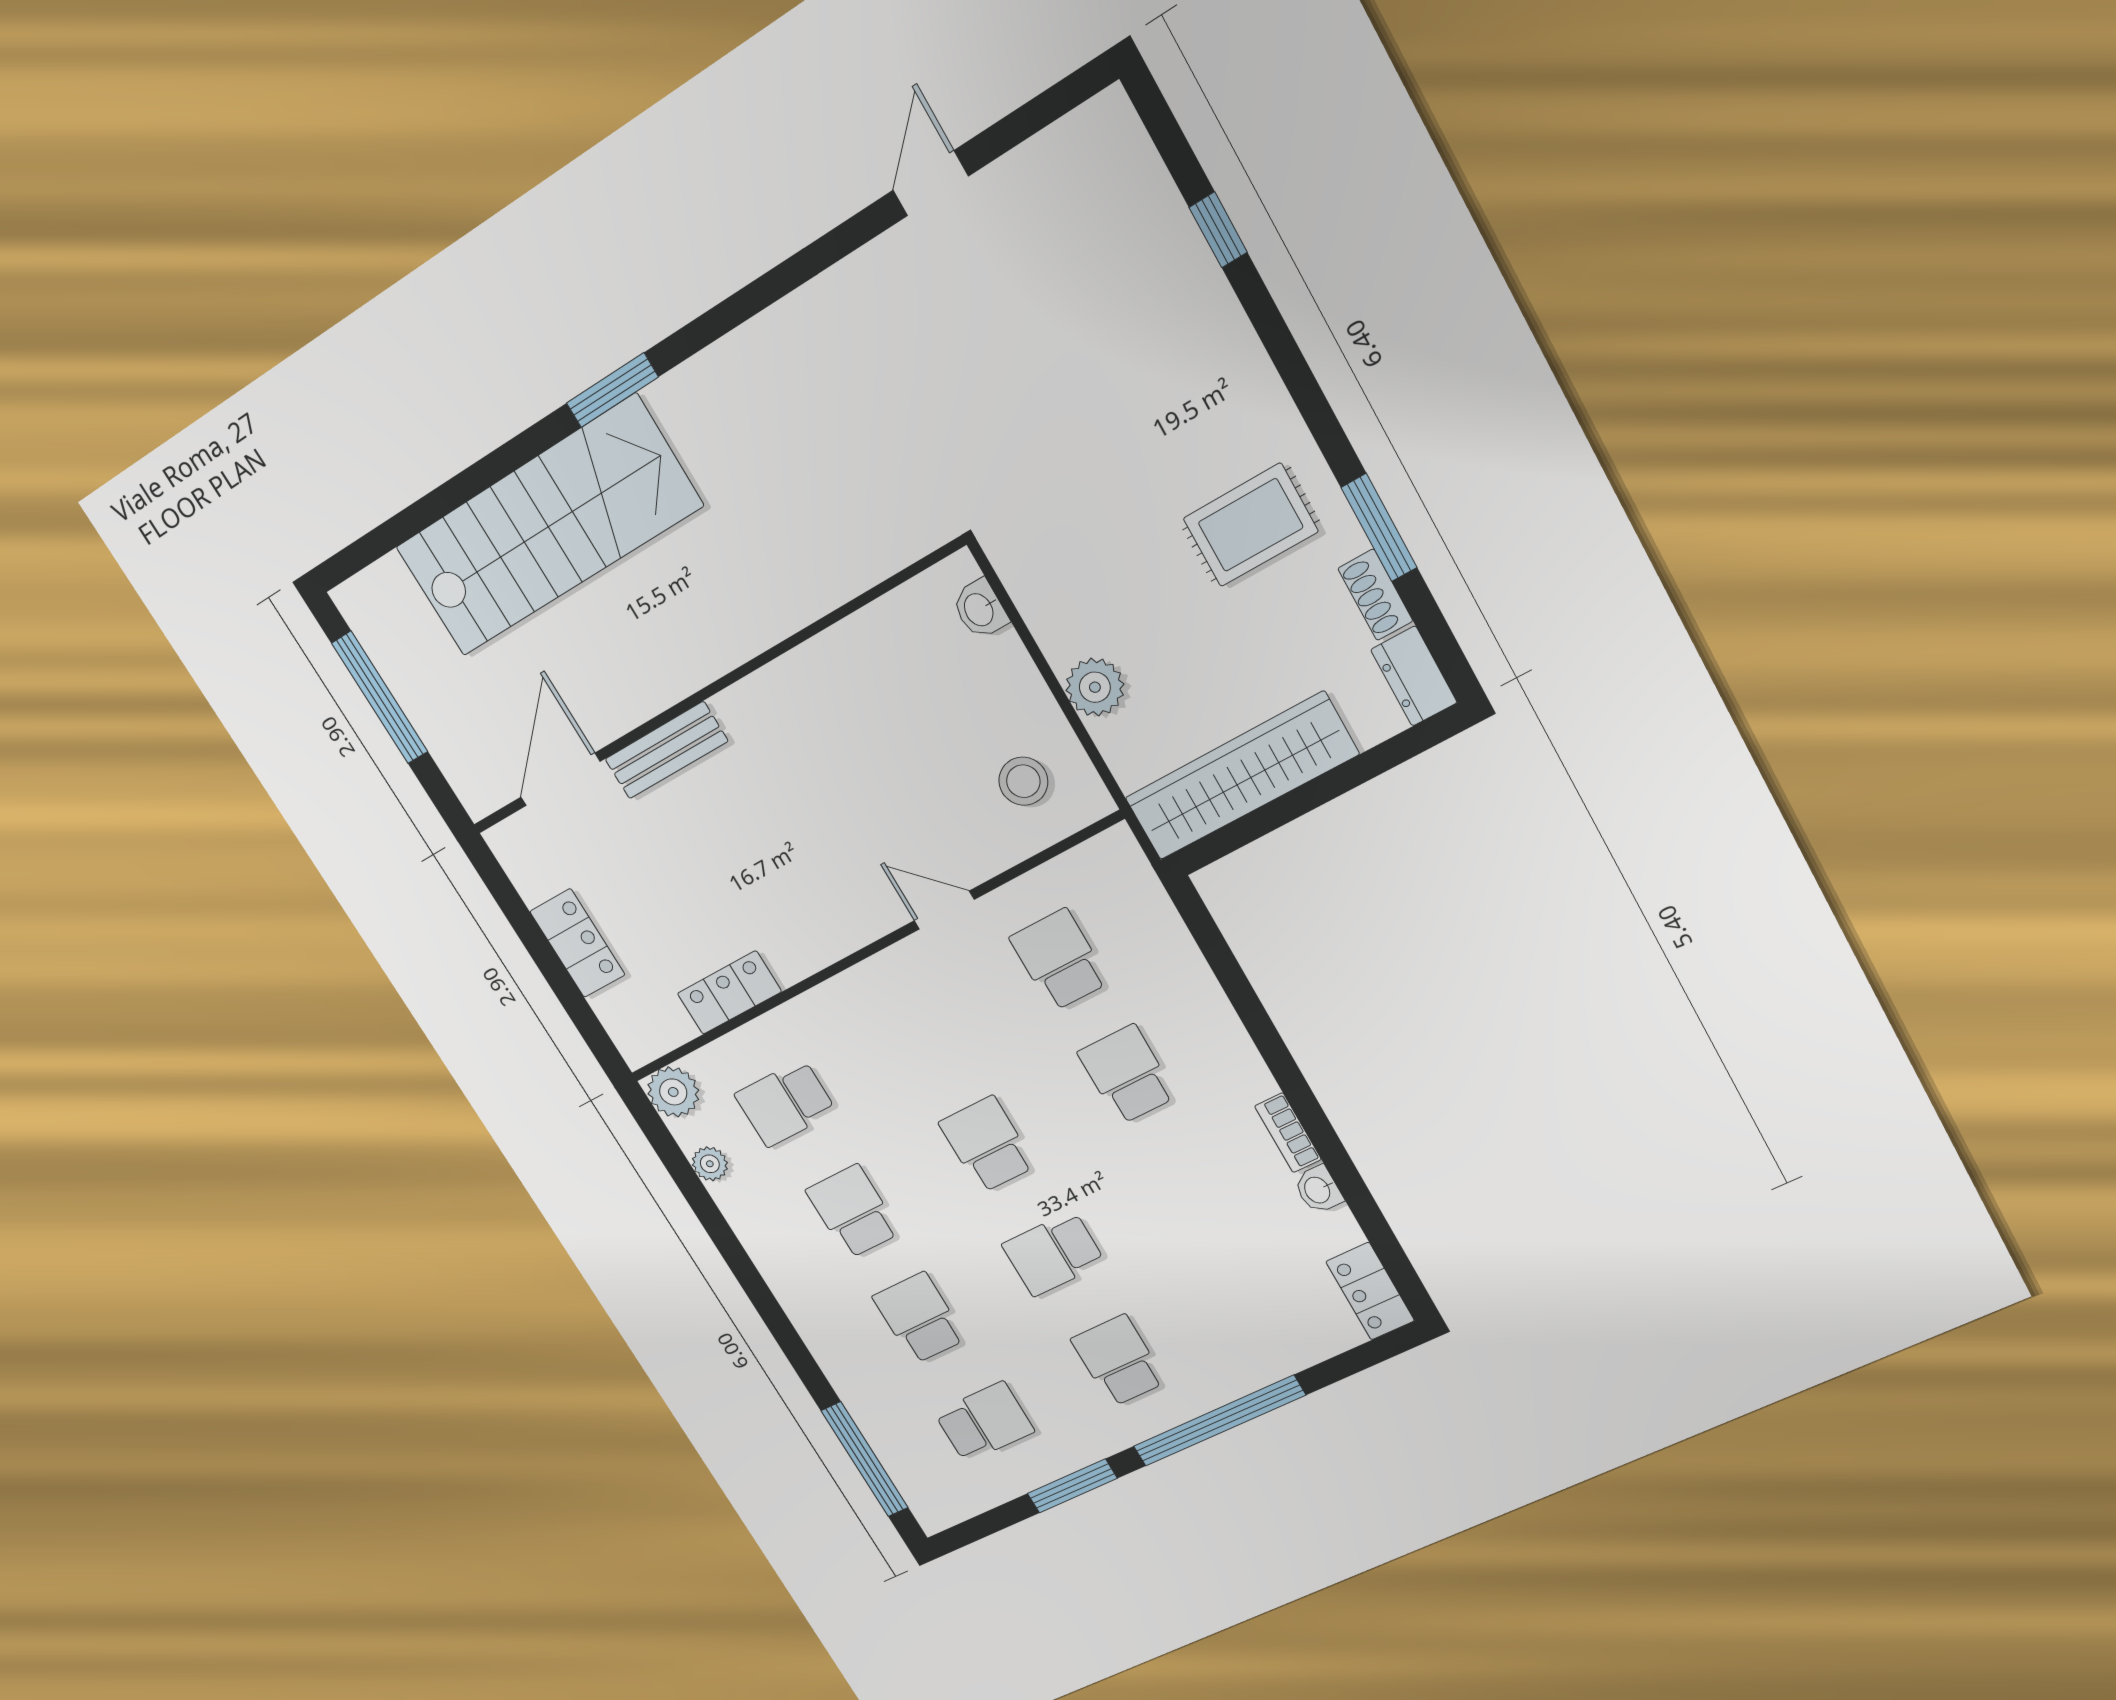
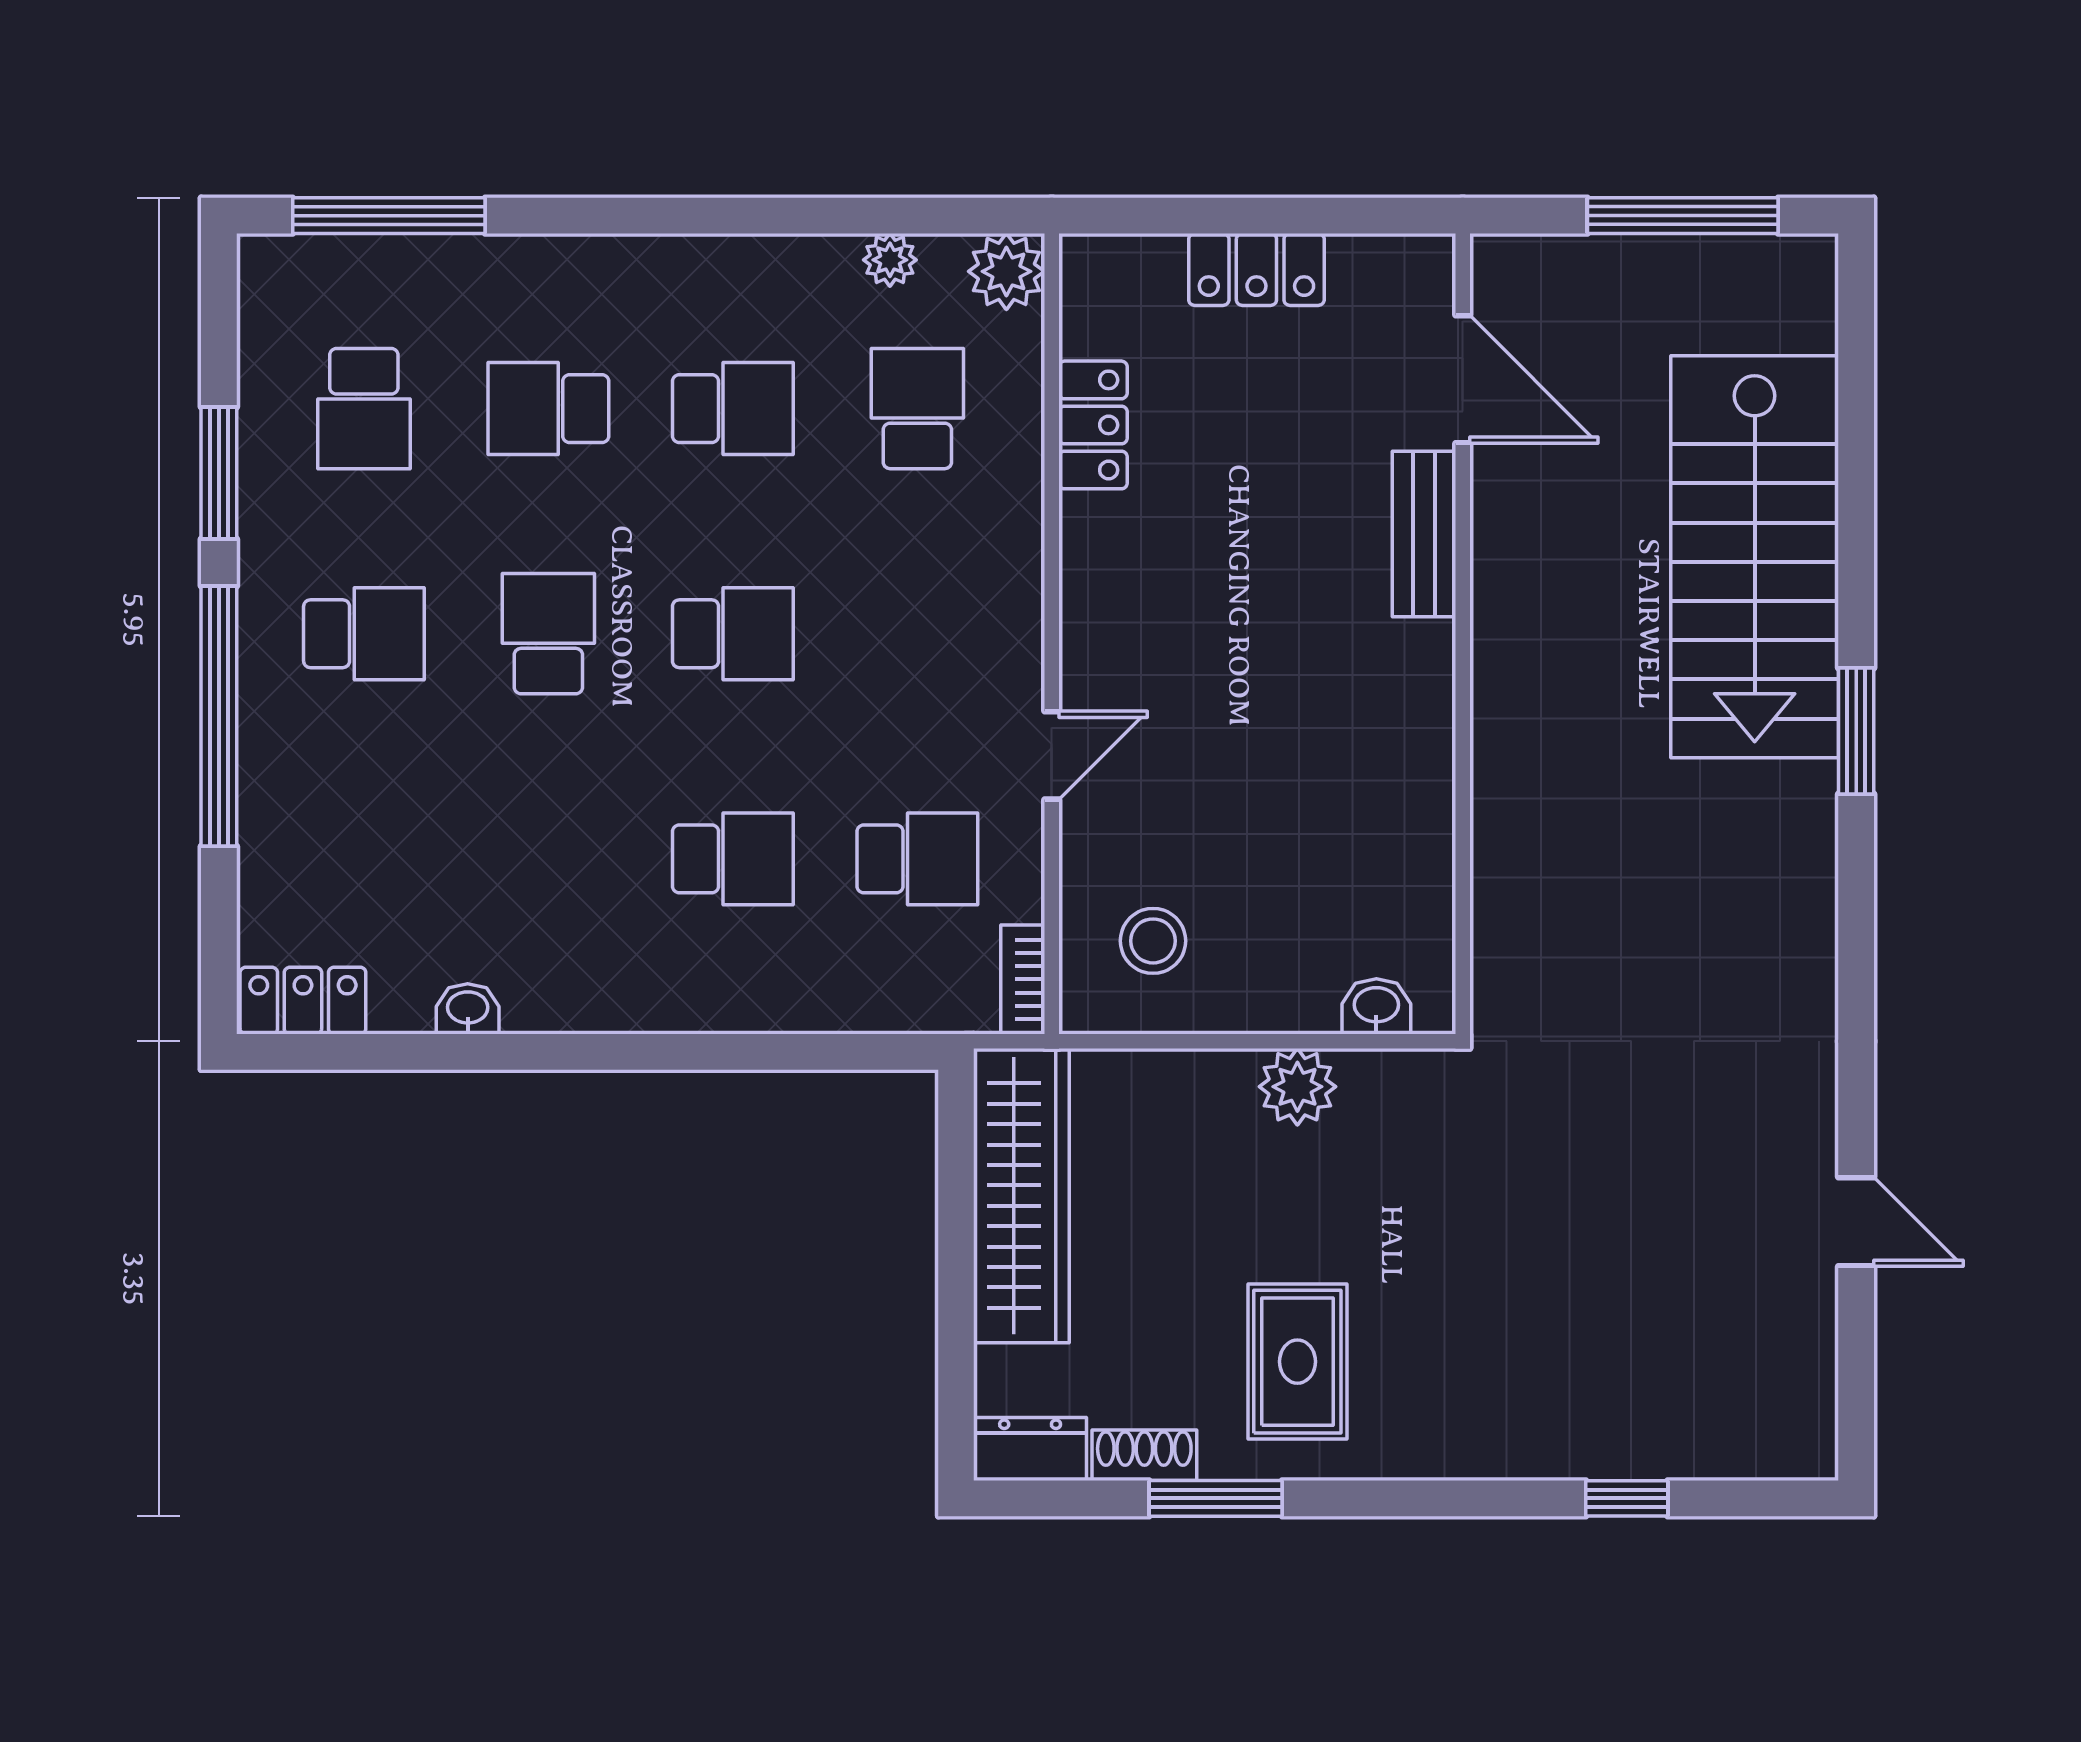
plant: (1095, 687) -> (1297, 1087), moved
bookcase: (1288, 1133) -> (1023, 979), moved, turned -90
school desk: (919, 1318) -> (548, 409), turned 180

